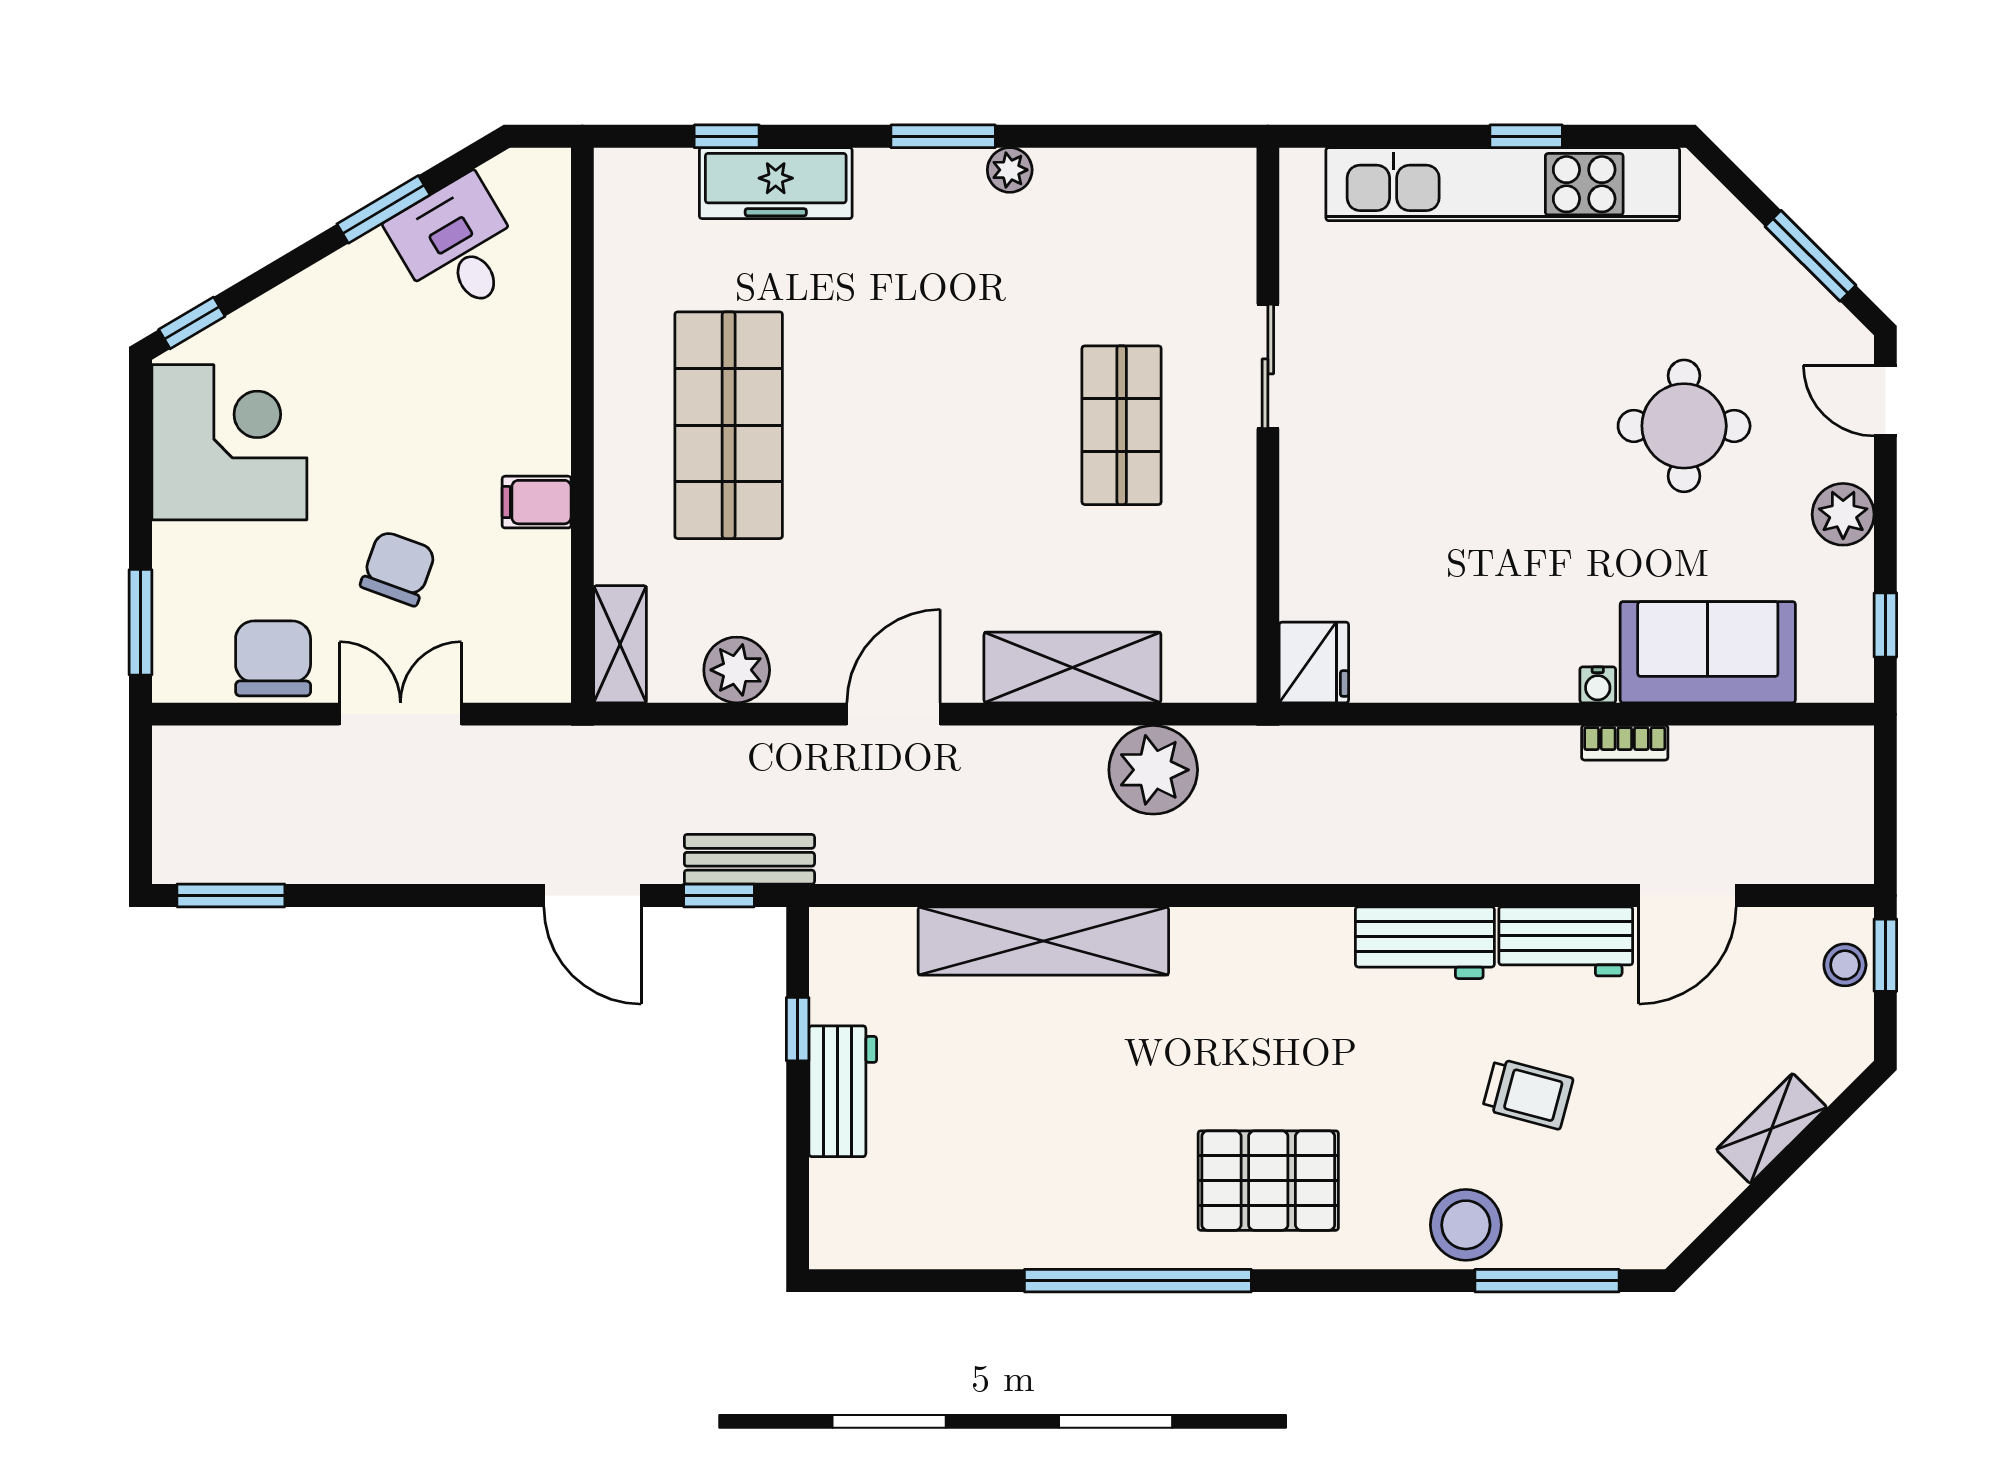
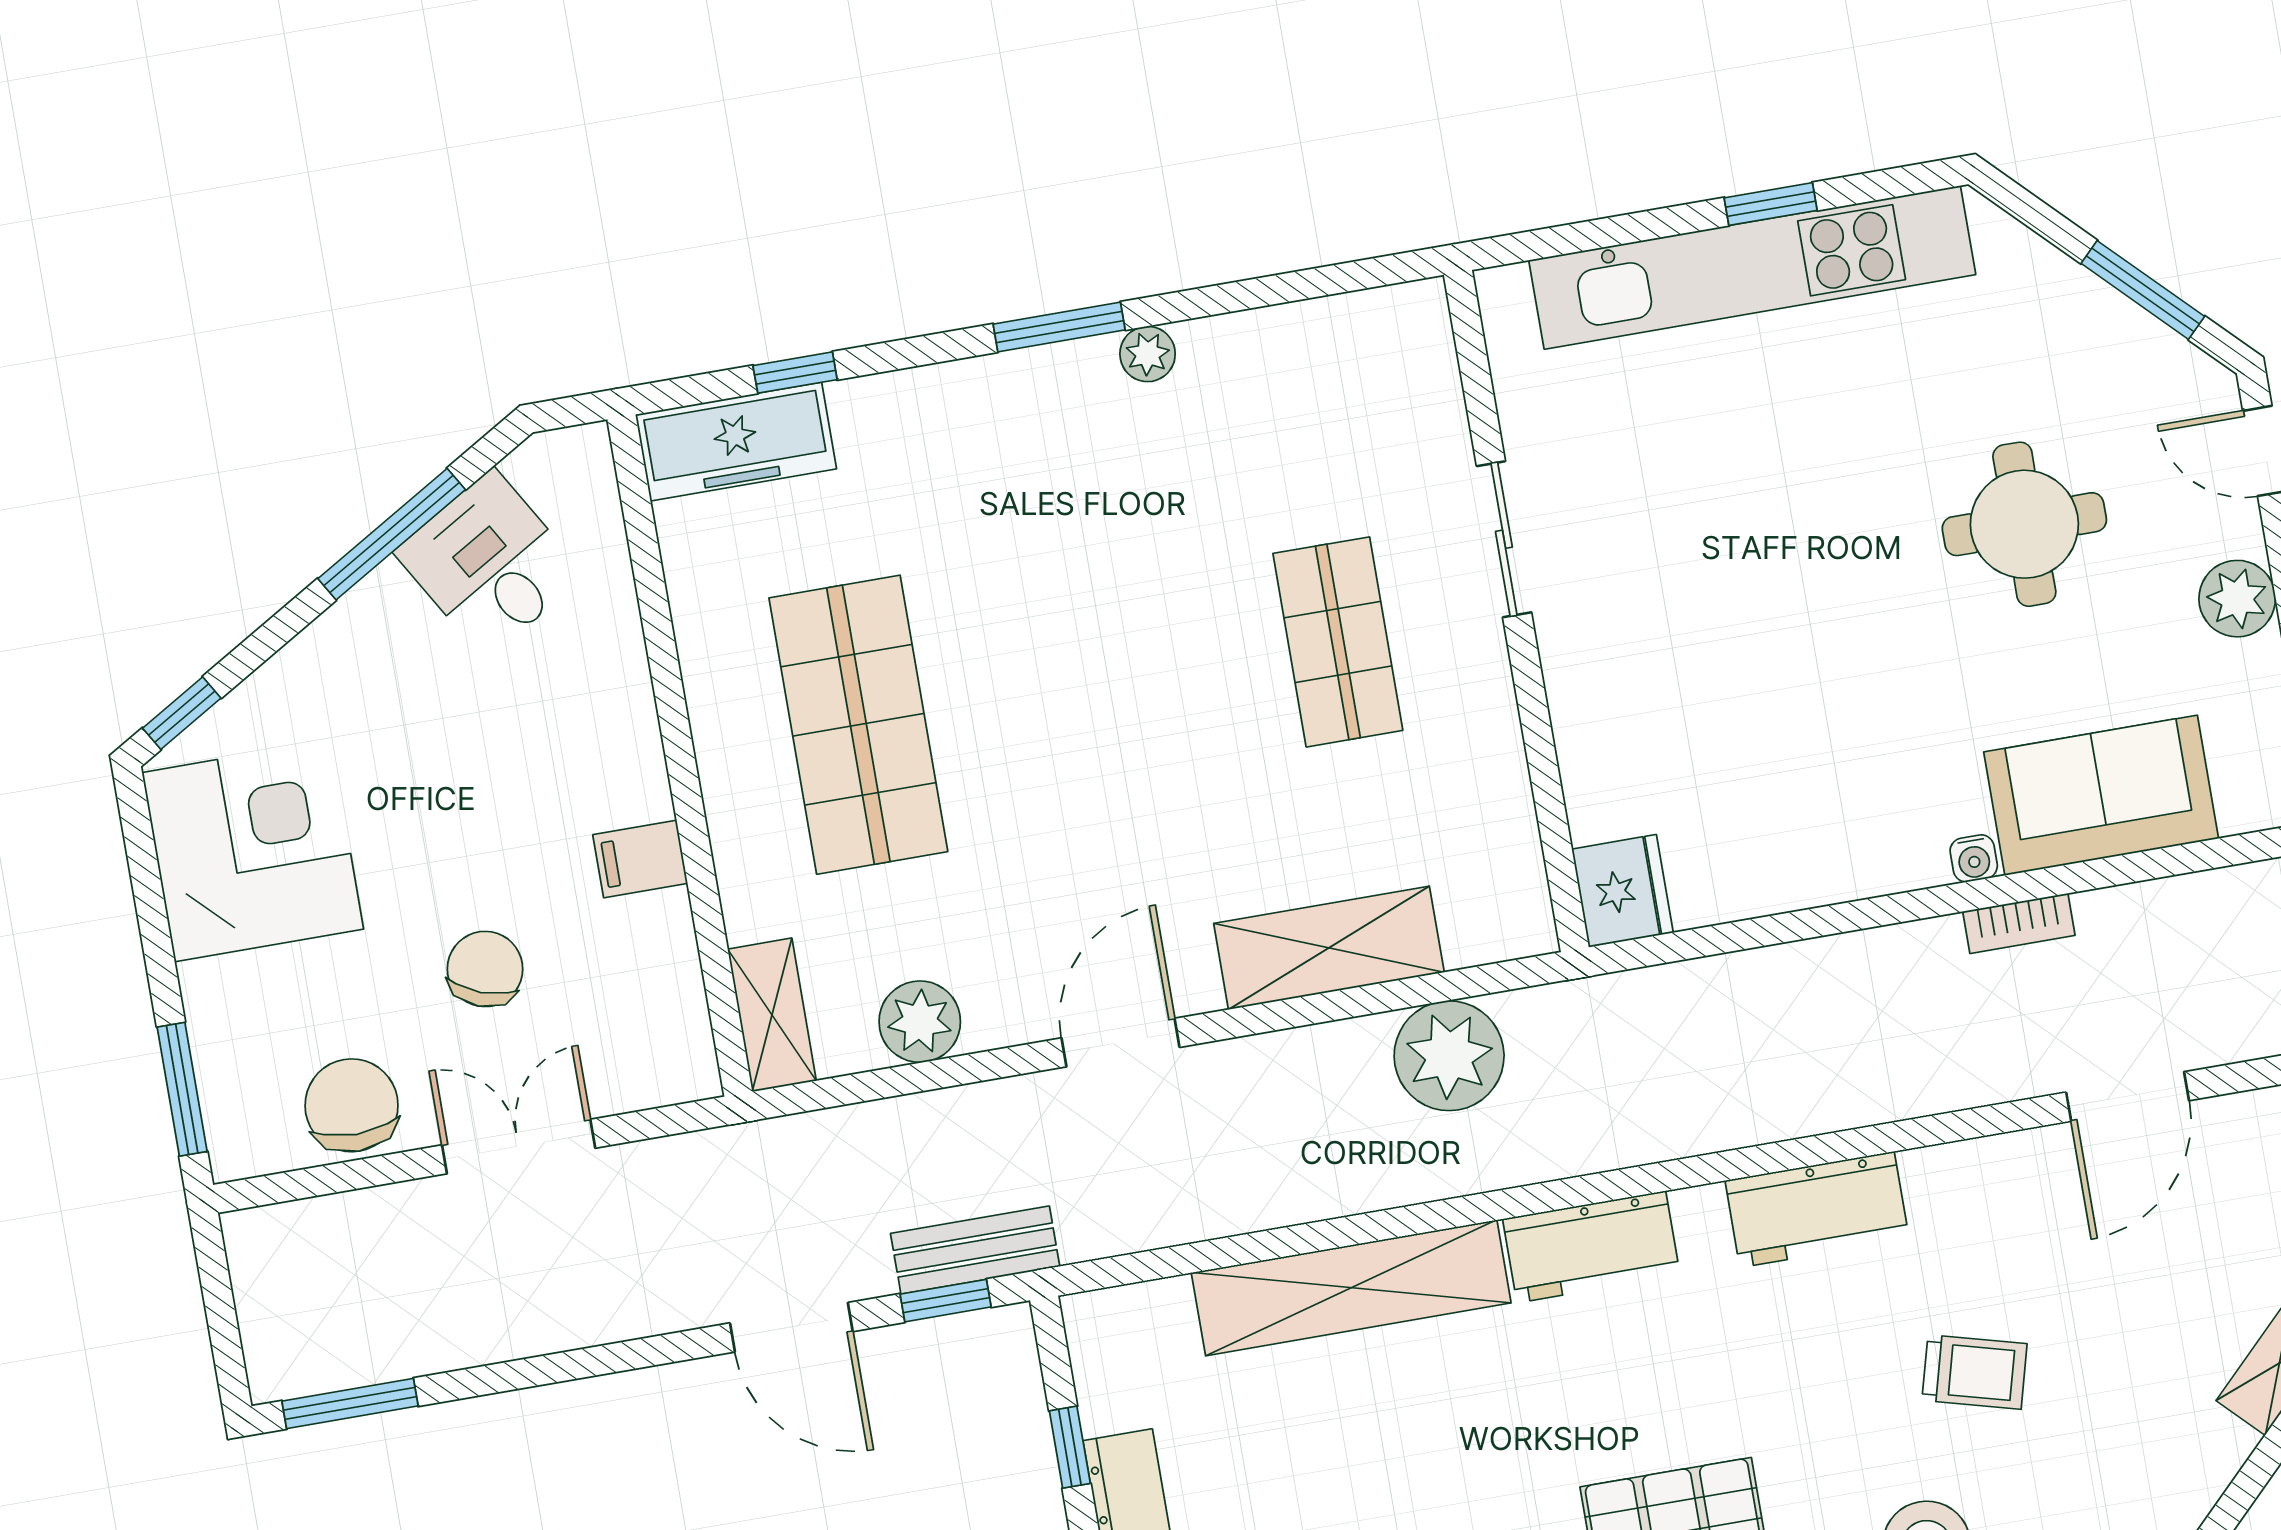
freezer: (776, 183) -> (736, 442), moved
window: (383, 209) -> (392, 534), width x1.44
workbench: (1566, 941) -> (1591, 1247), moved

